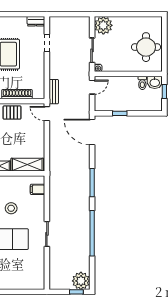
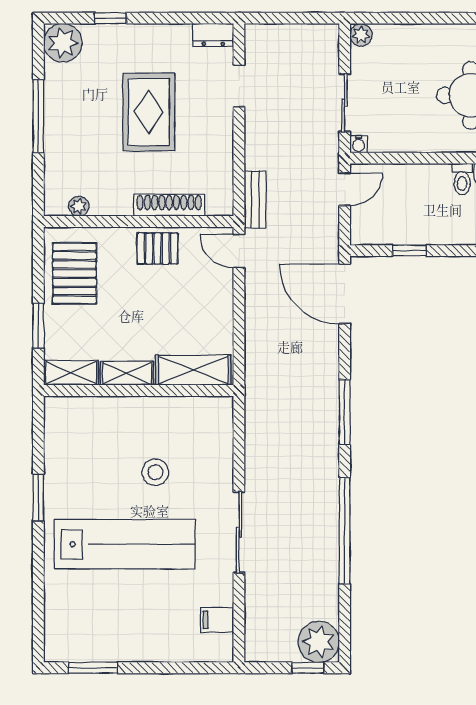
plant: (103, 25) -> (361, 35), width x0.53, depth x0.53
filing cabinet: (38, 189) -> (217, 620), moved
sliding door: (47, 234) -> (239, 532), width x1.37

